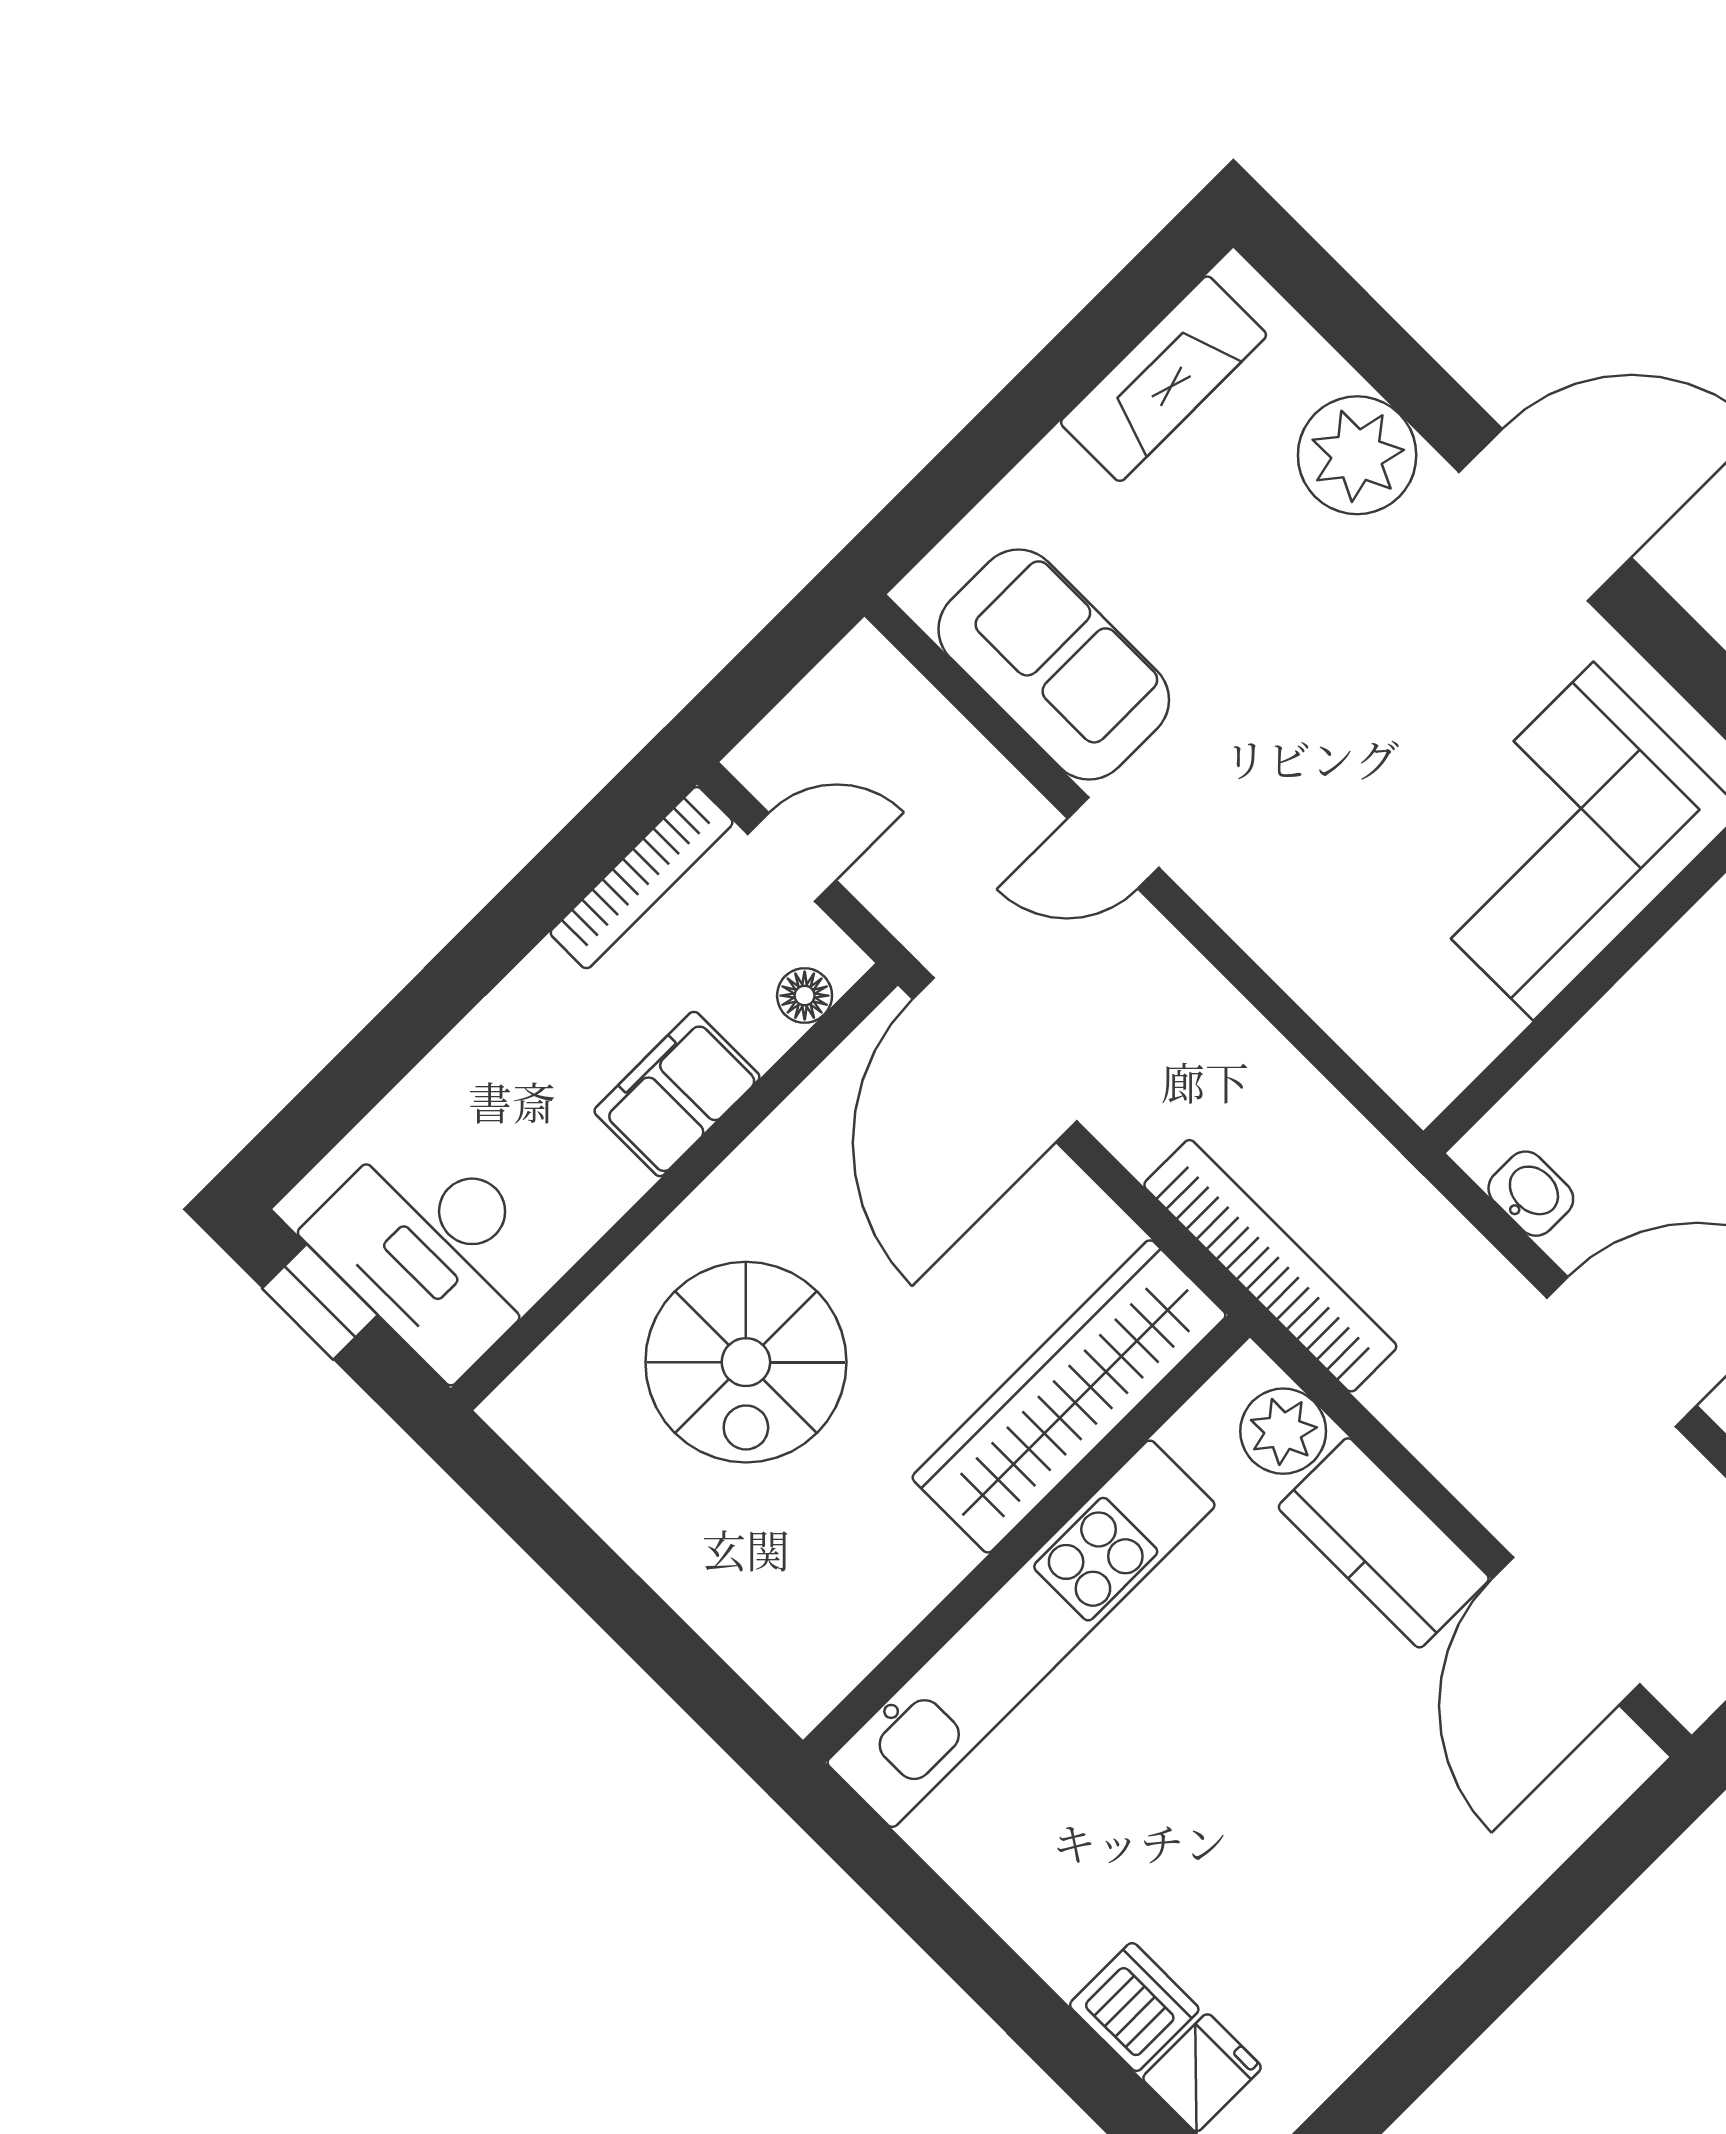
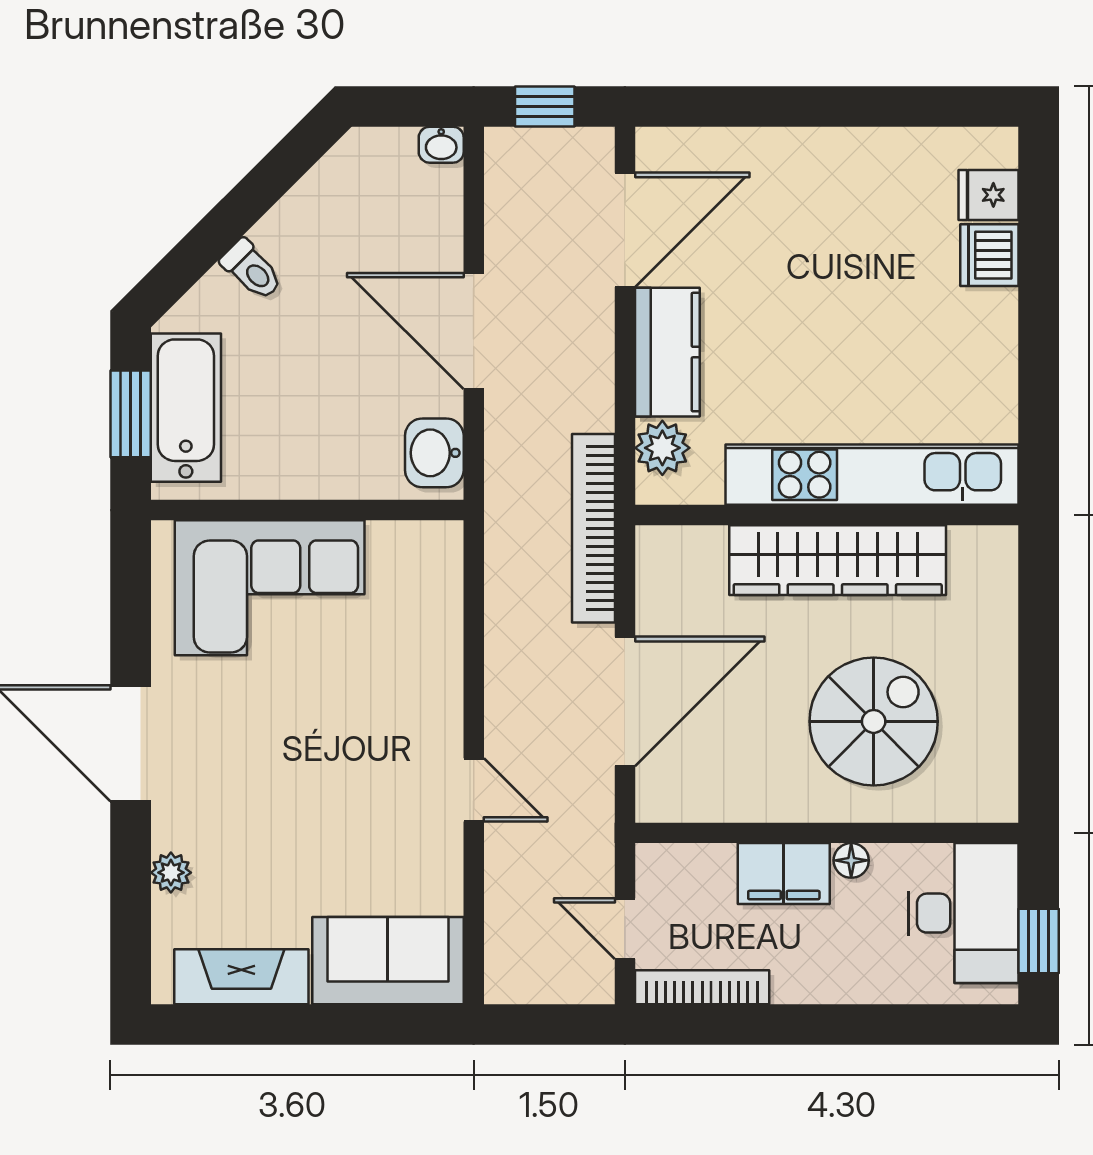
plant: (1357, 455) -> (171, 873), width x0.53, depth x0.53
sofa: (1054, 665) -> (388, 961), moved, turned 90
floor lamp: (805, 996) -> (851, 860), moved
door: (995, 1060) -> (625, 701), moved
washbasin: (1531, 1194) -> (434, 453), width x1.38, depth x1.45
wardrobe: (1069, 1396) -> (838, 560), moved

